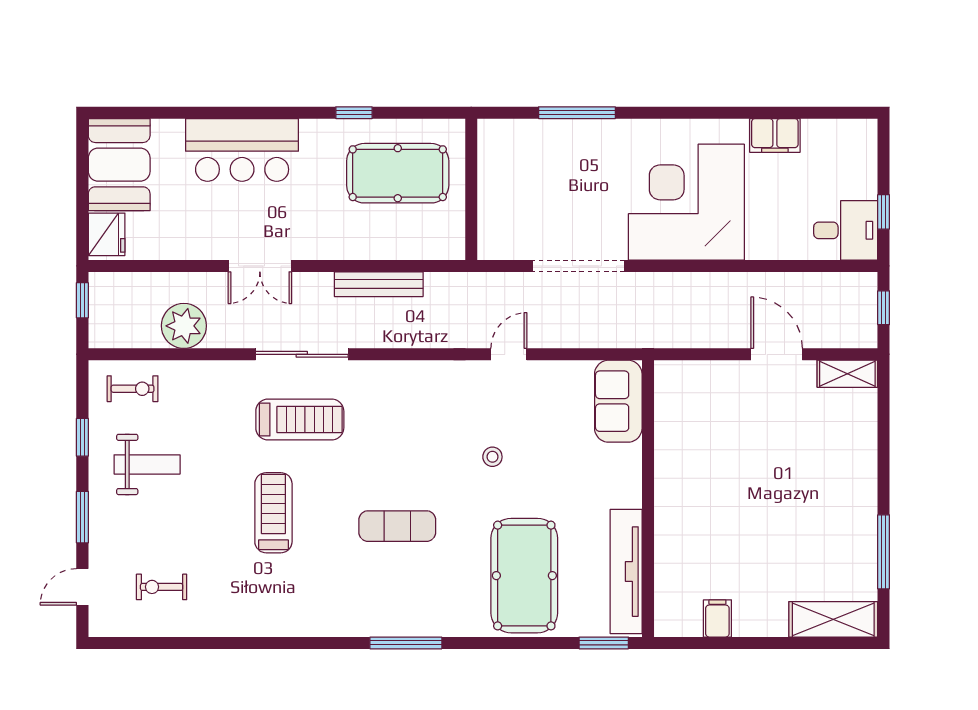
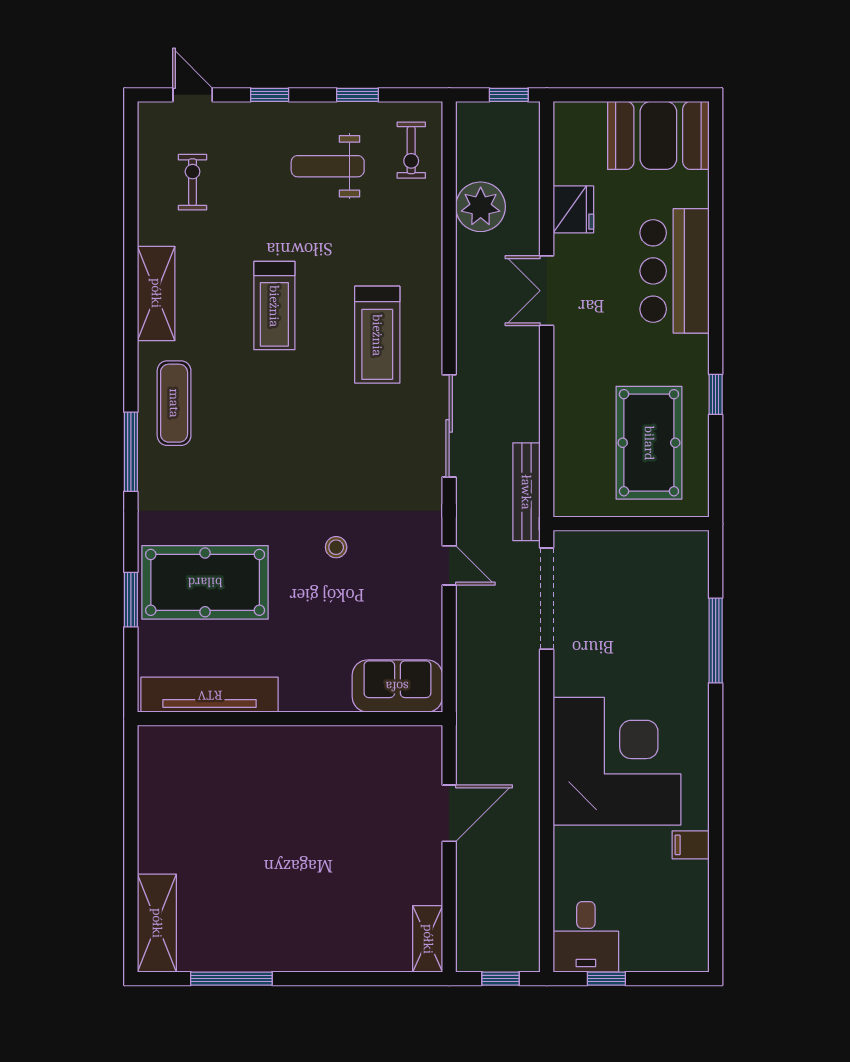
filing cabinet: (775, 135) -> (691, 845), width x0.50
fridge: (107, 234) -> (573, 209), moved, turned -90
doorway: (579, 266) -> (547, 599), moved
bench: (379, 284) -> (526, 492), moved
sliding door: (302, 354) -> (449, 426), moved
door: (777, 354) -> (449, 813), moved
weight bench: (147, 464) -> (328, 166), turned 90
treadmill: (273, 513) -> (274, 306), turned 90
window: (82, 517) -> (270, 95), width x0.67
exercise mat: (397, 526) -> (174, 403), moved
filing cabinet: (717, 618) -> (158, 795), removed
shelving: (262, 620) -> (156, 293), added
window: (604, 643) -> (131, 600), moved

